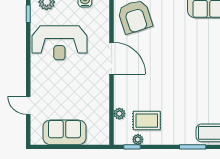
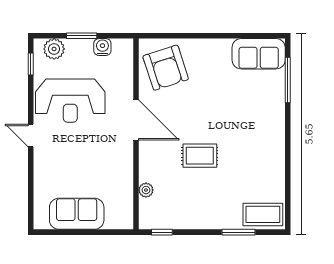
door: (28, 105) -> (31, 136), moved
rug: (147, 121) -> (200, 156), moved
plant: (138, 139) -> (169, 223), removed

